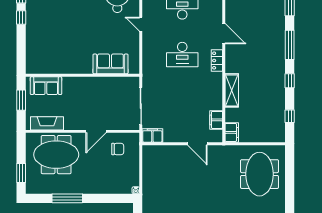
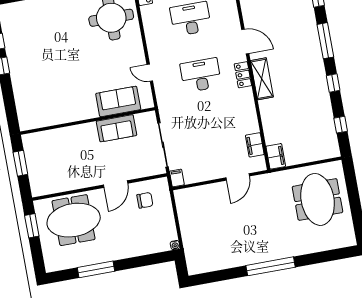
door: (141, 24) -> (150, 73), moved
desk: (182, 55) -> (201, 75), turned 180
sofa: (46, 86) -> (117, 128), moved
shelving: (232, 90) -> (262, 79), moved
fireplace: (47, 123) -> (56, 185), removed
filing cabinet: (152, 136) -> (177, 178), width x0.50
door: (197, 144) -> (238, 177), hinge flipped
window: (21, 173) -> (32, 226), moved

